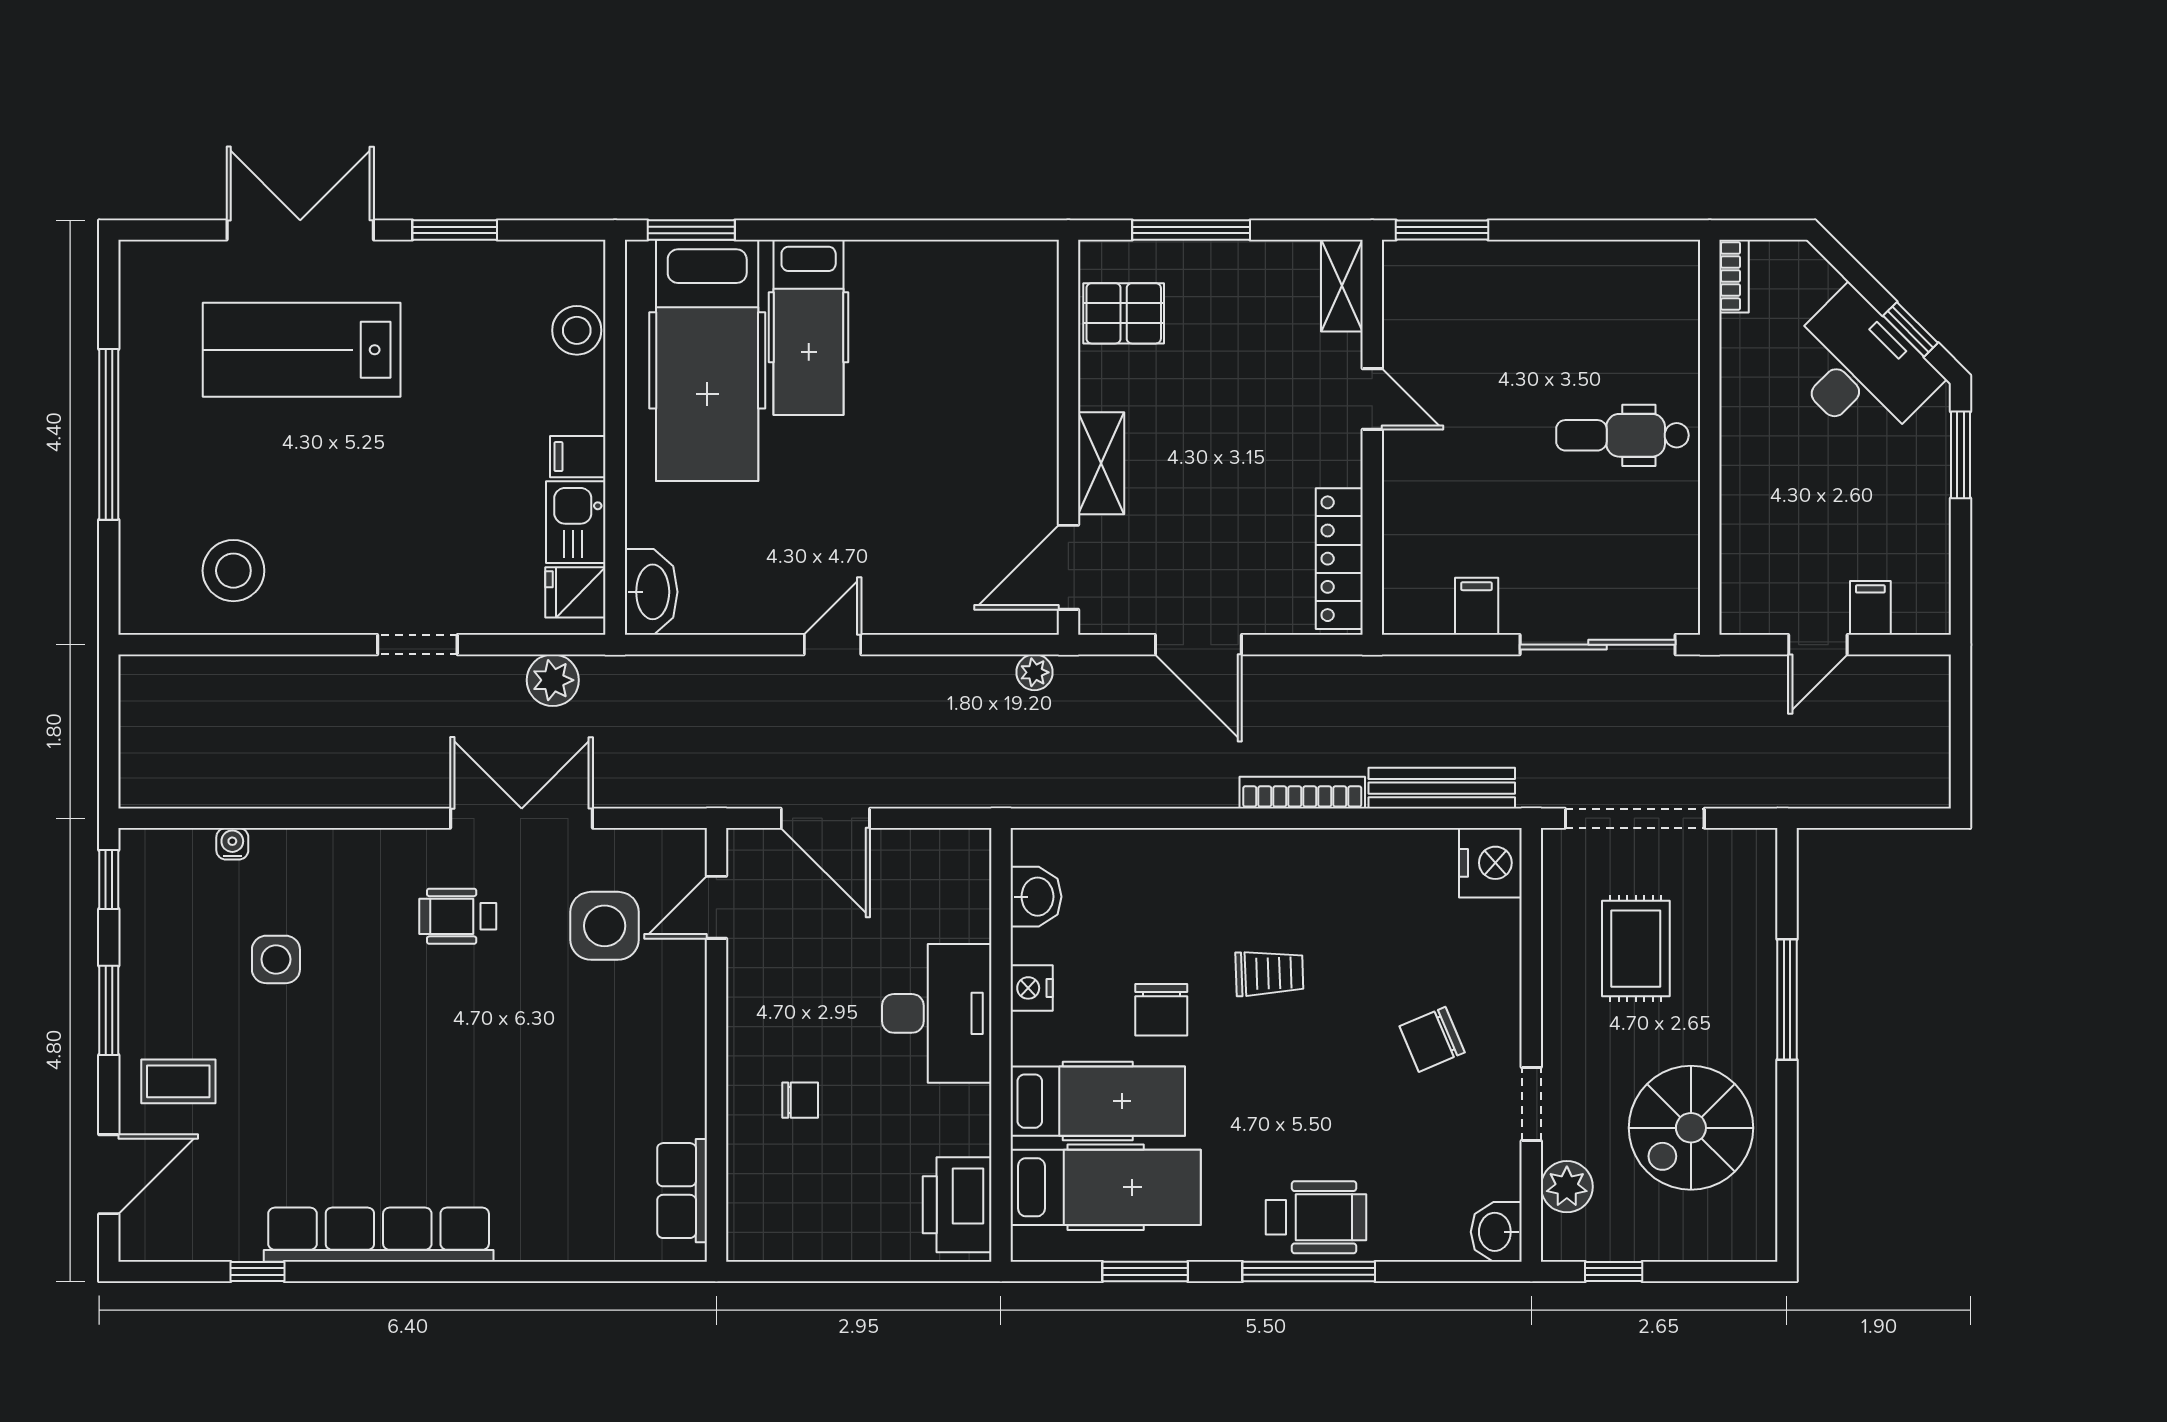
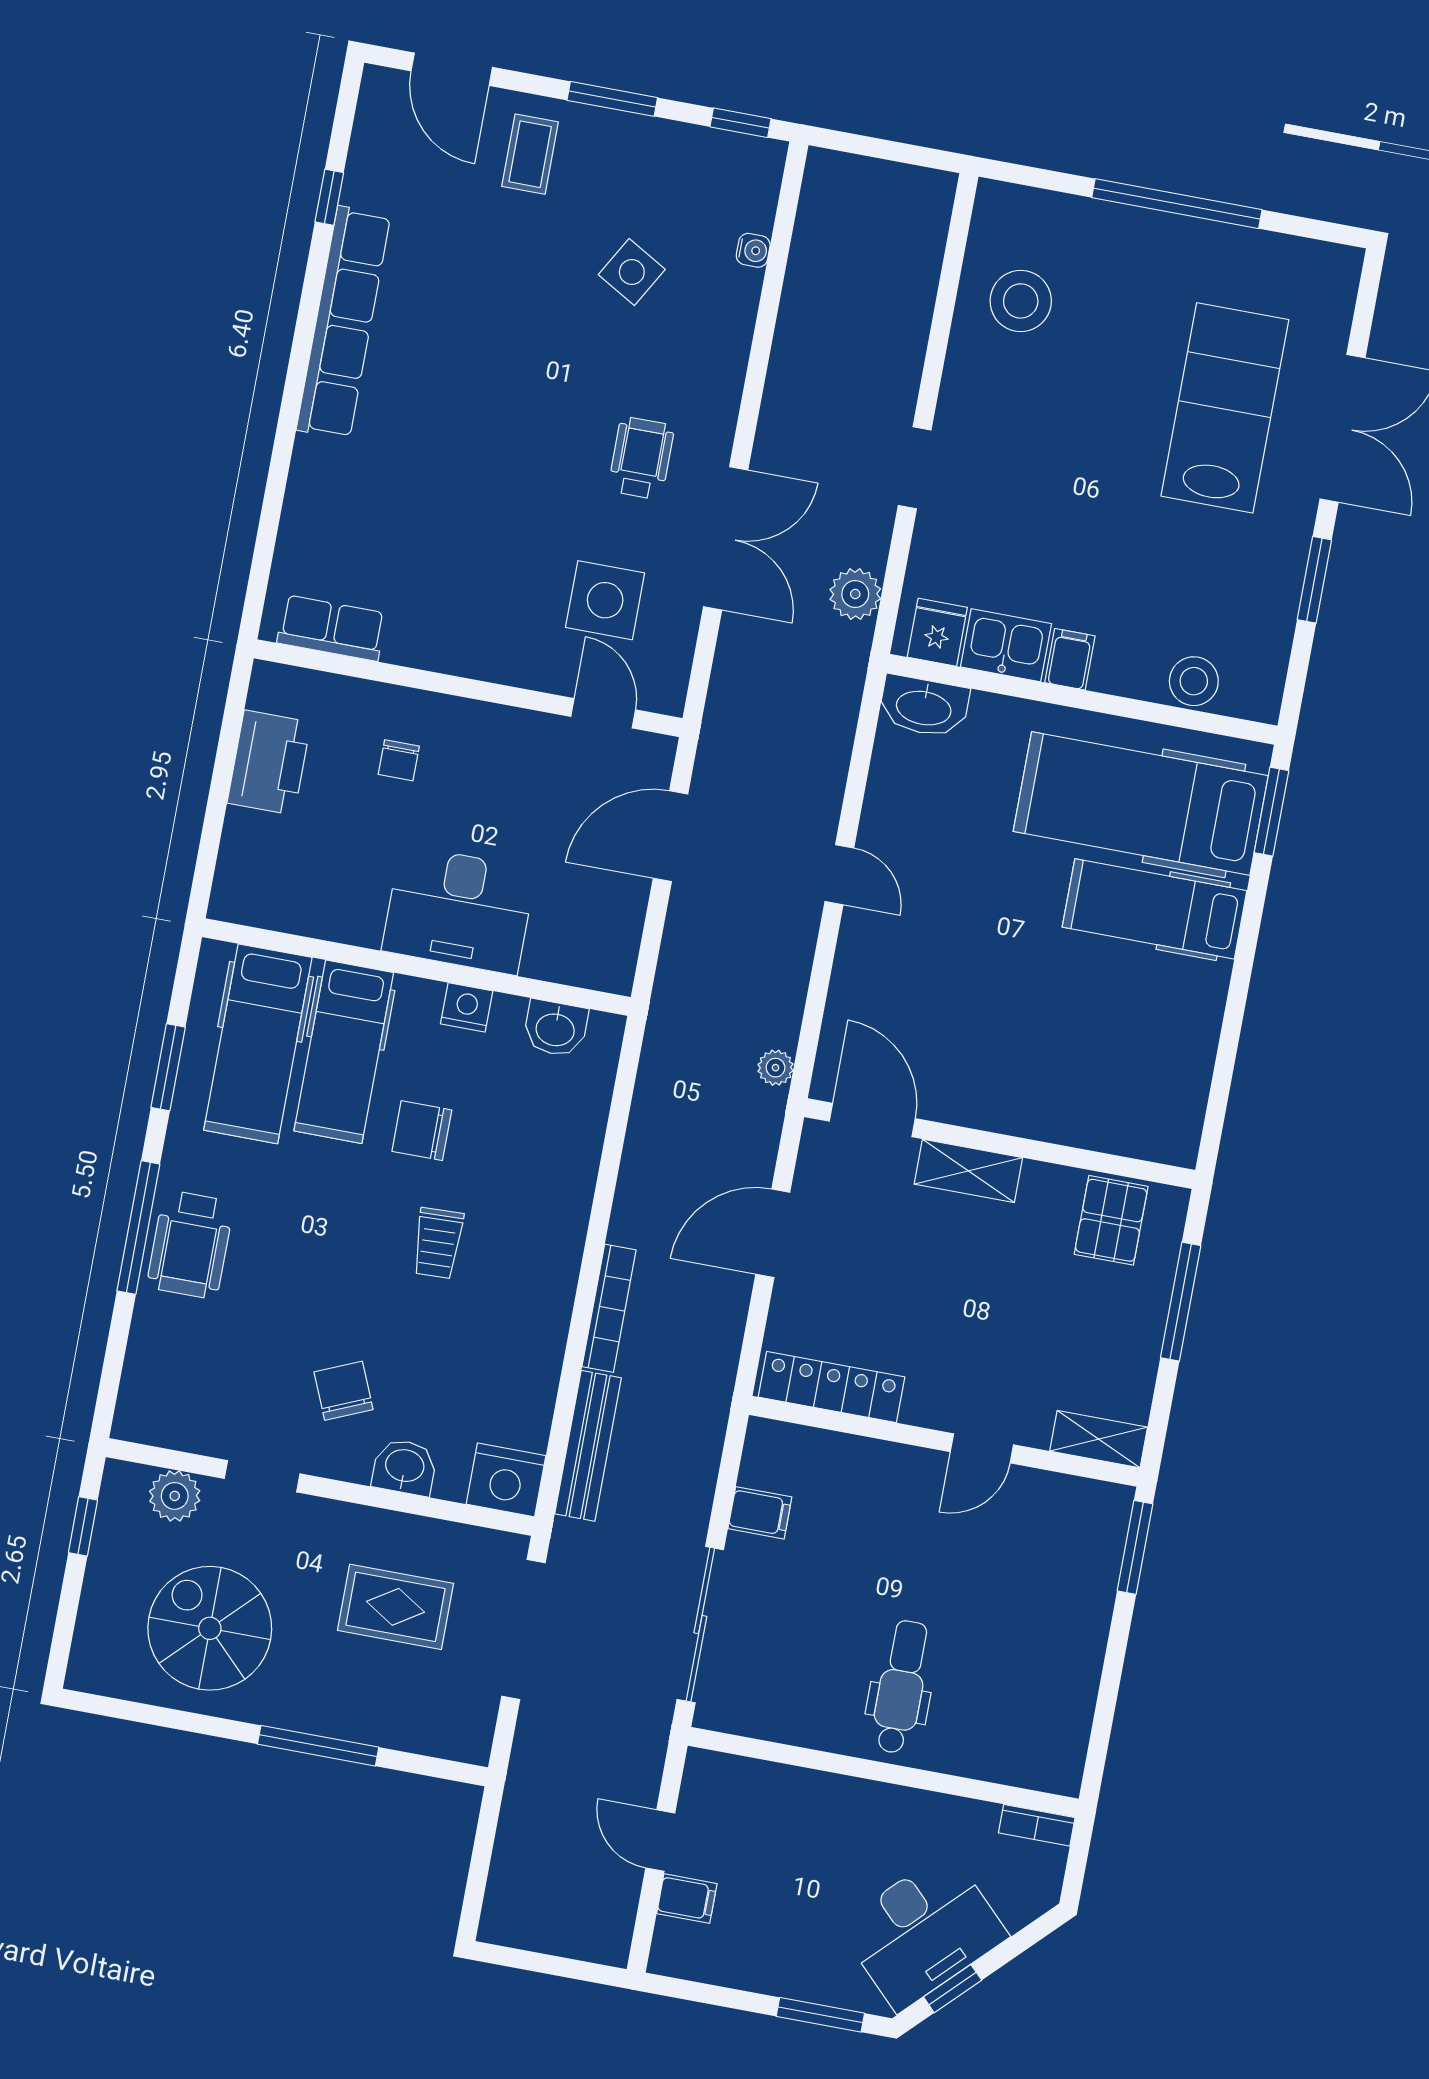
side table: (276, 959) -> (632, 272), turned 30
printer: (957, 1205) -> (269, 763), moved, turned 90
washbasin: (1496, 1232) -> (405, 1467), moved

